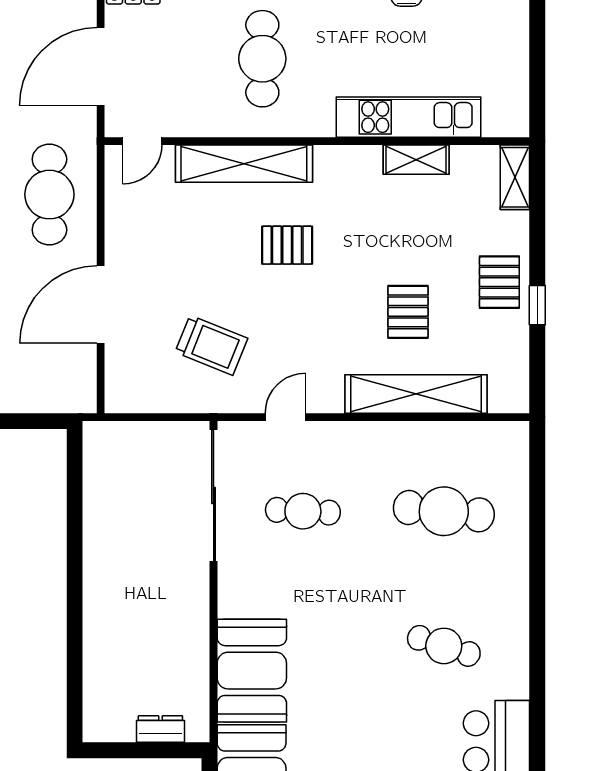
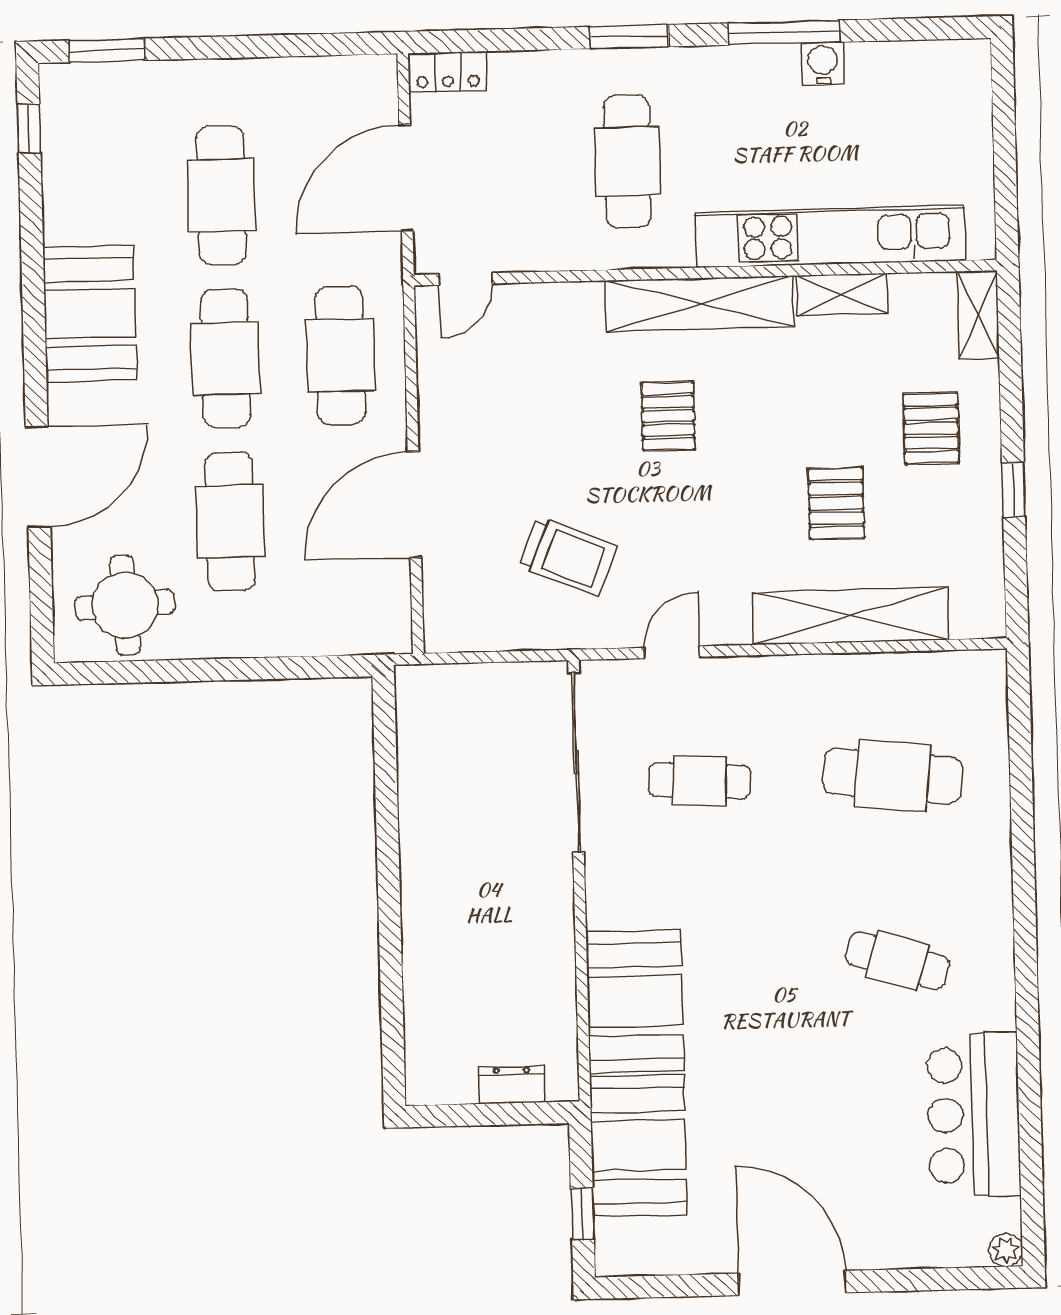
kitchen unit: (408, 117) -> (830, 236), width x1.36
shelving: (244, 164) -> (700, 304), moved
pallet: (287, 245) -> (668, 416), turned 90
pallet: (499, 282) -> (931, 428), moved

